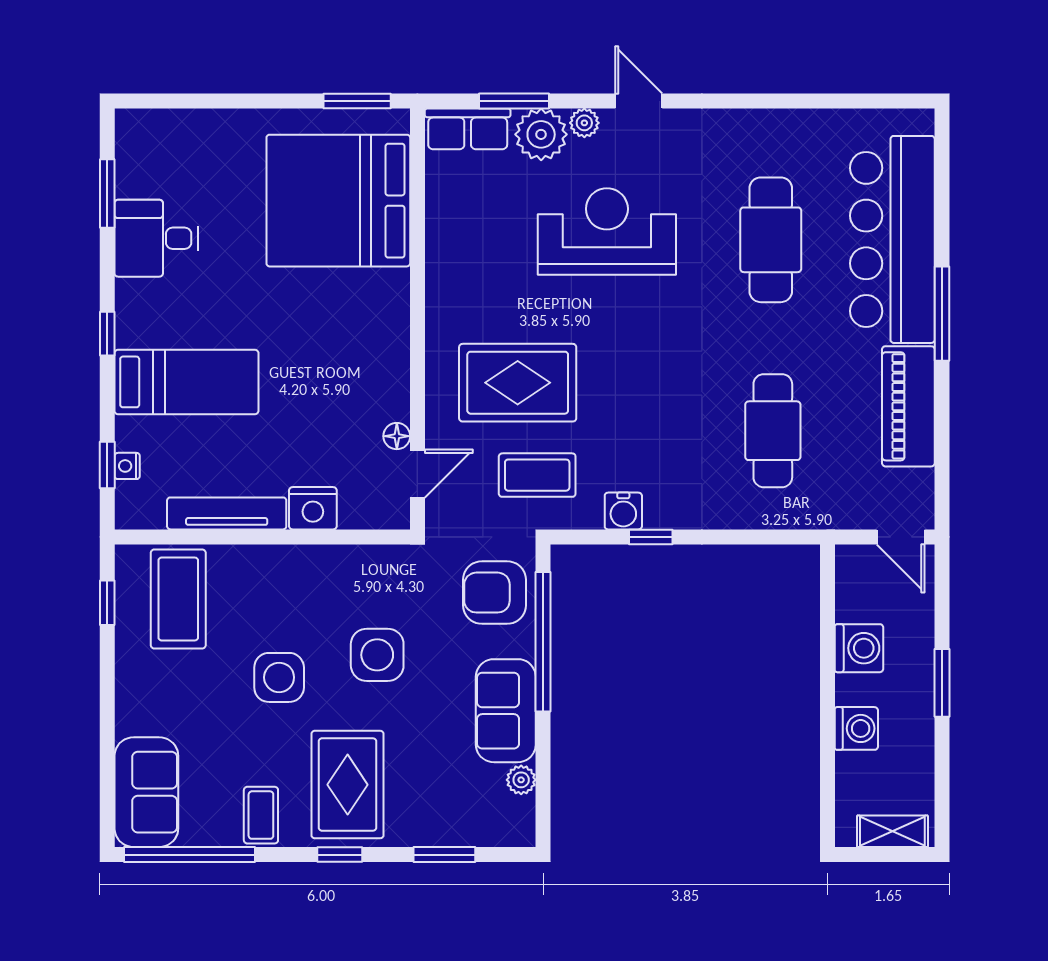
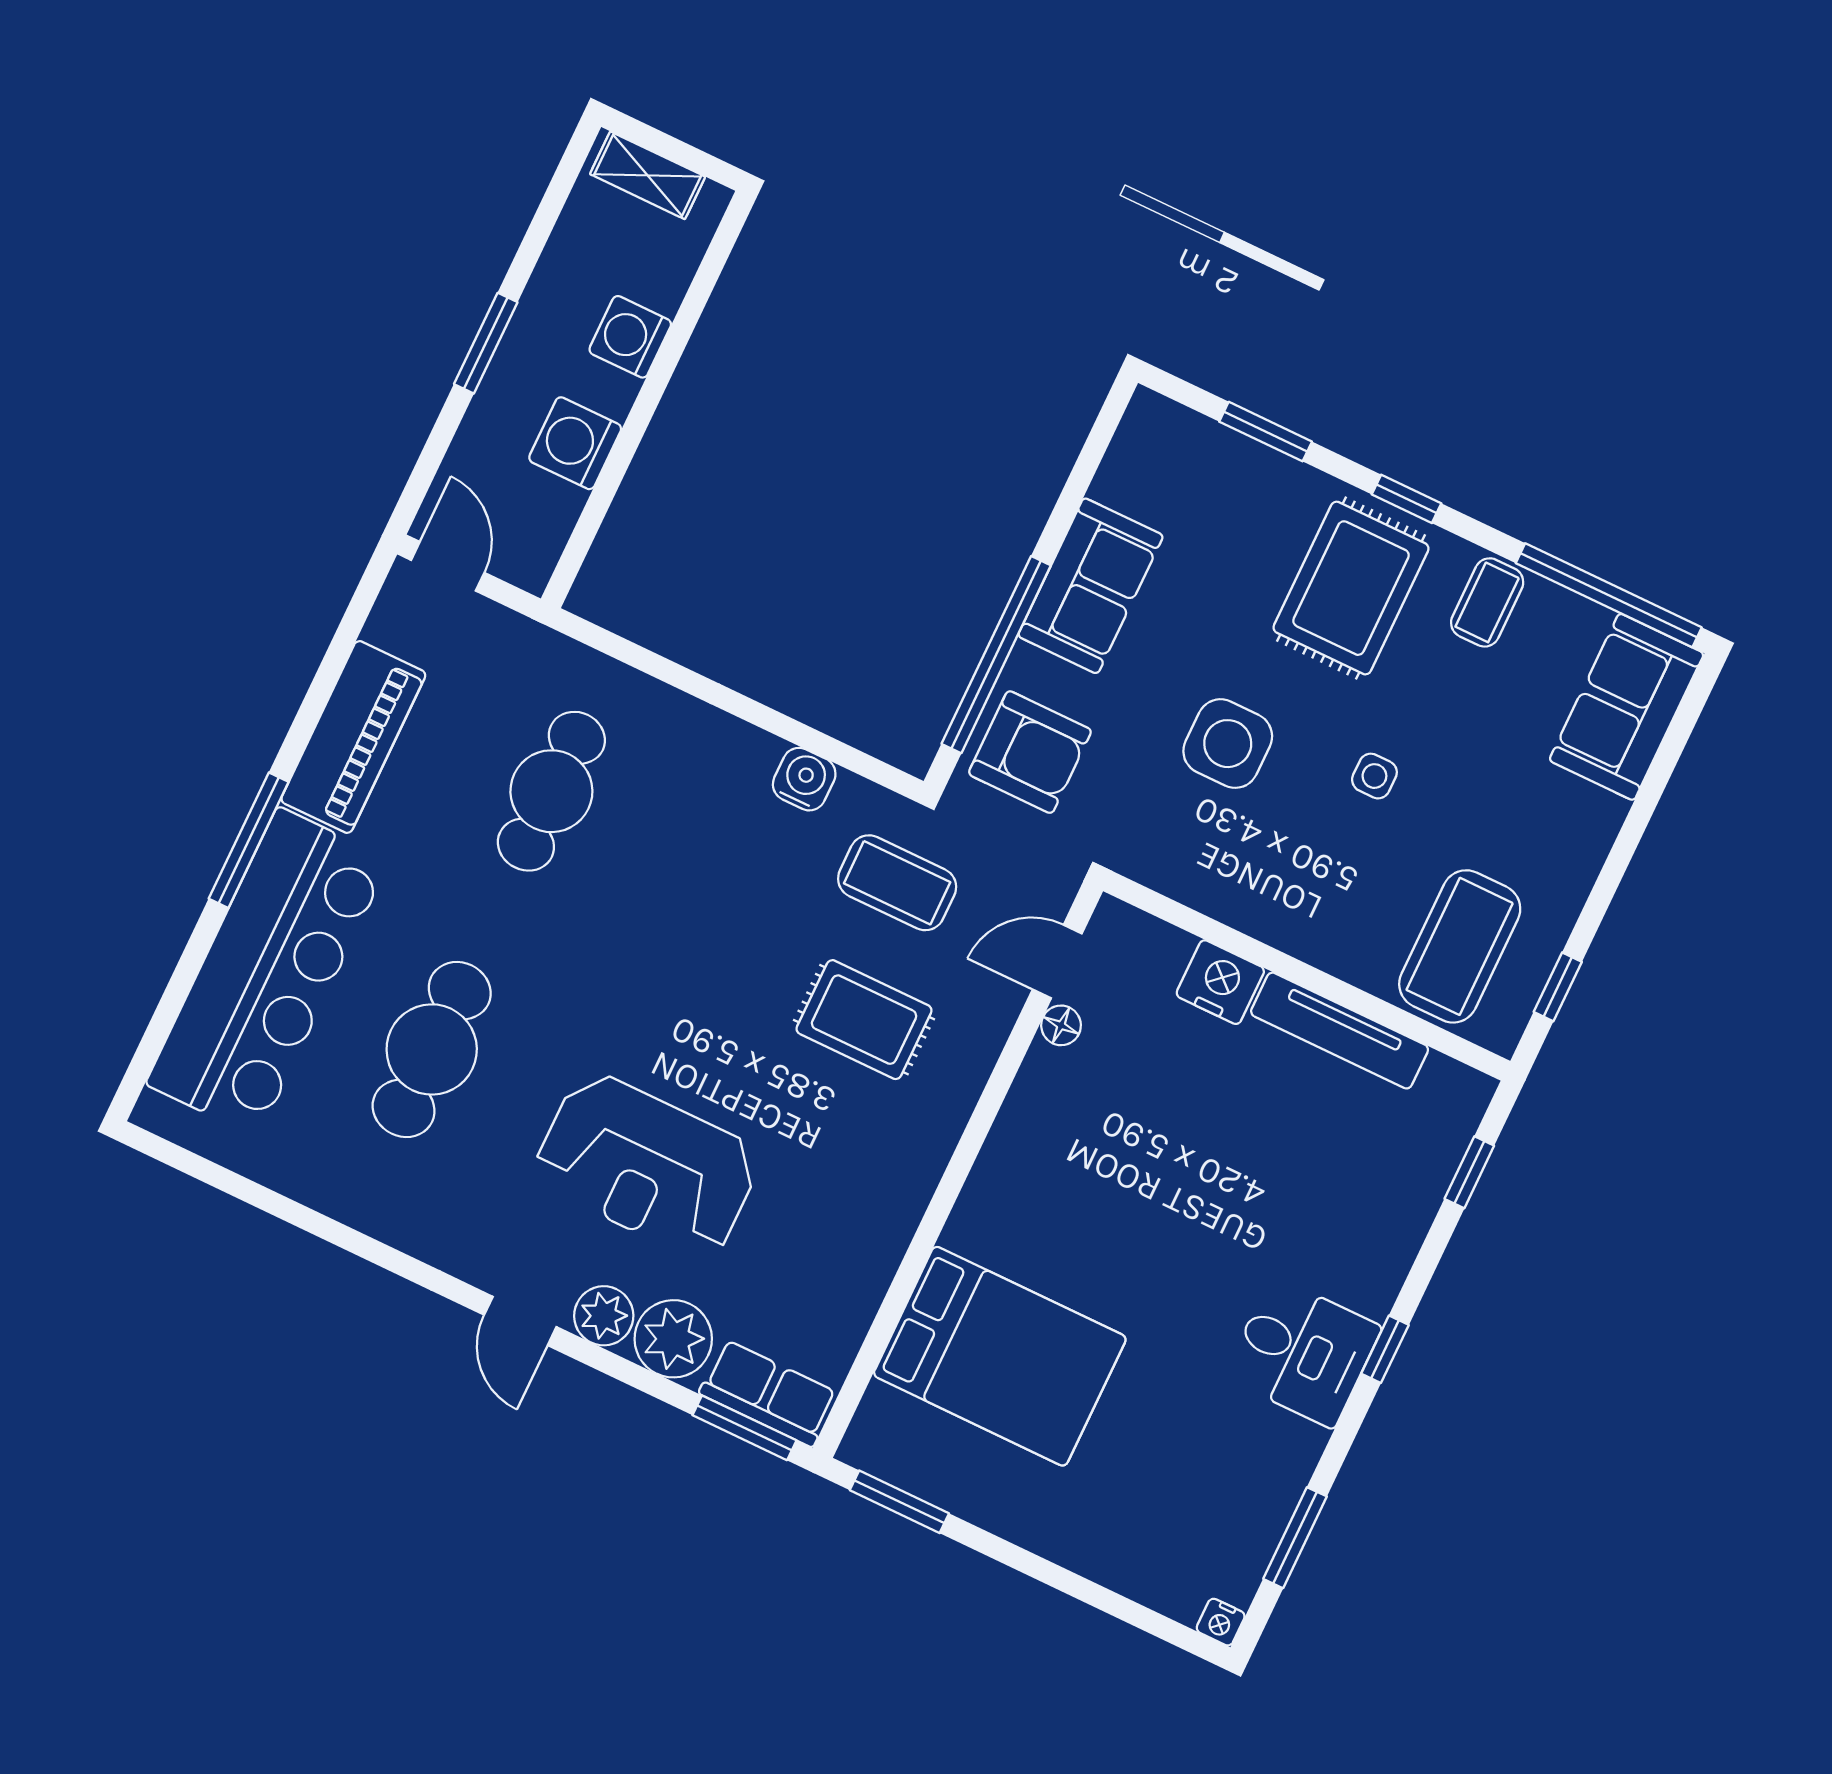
window: (514, 101) -> (744, 1428), moved
plant: (584, 123) -> (604, 1316), width x1.38, depth x1.38
bed: (338, 201) -> (1000, 1356), width x0.73
desk: (156, 238) -> (1303, 1352), moved
bed: (186, 382) -> (1309, 1233), removed
rug: (518, 383) -> (864, 1020), width x0.73, depth x0.70
nightstand: (127, 466) -> (1221, 1622), moved, turned 90
window: (651, 537) -> (784, 727), removed
side table: (279, 677) -> (1374, 776), width x0.54, depth x0.54
plant: (521, 780) -> (1114, 483), removed

